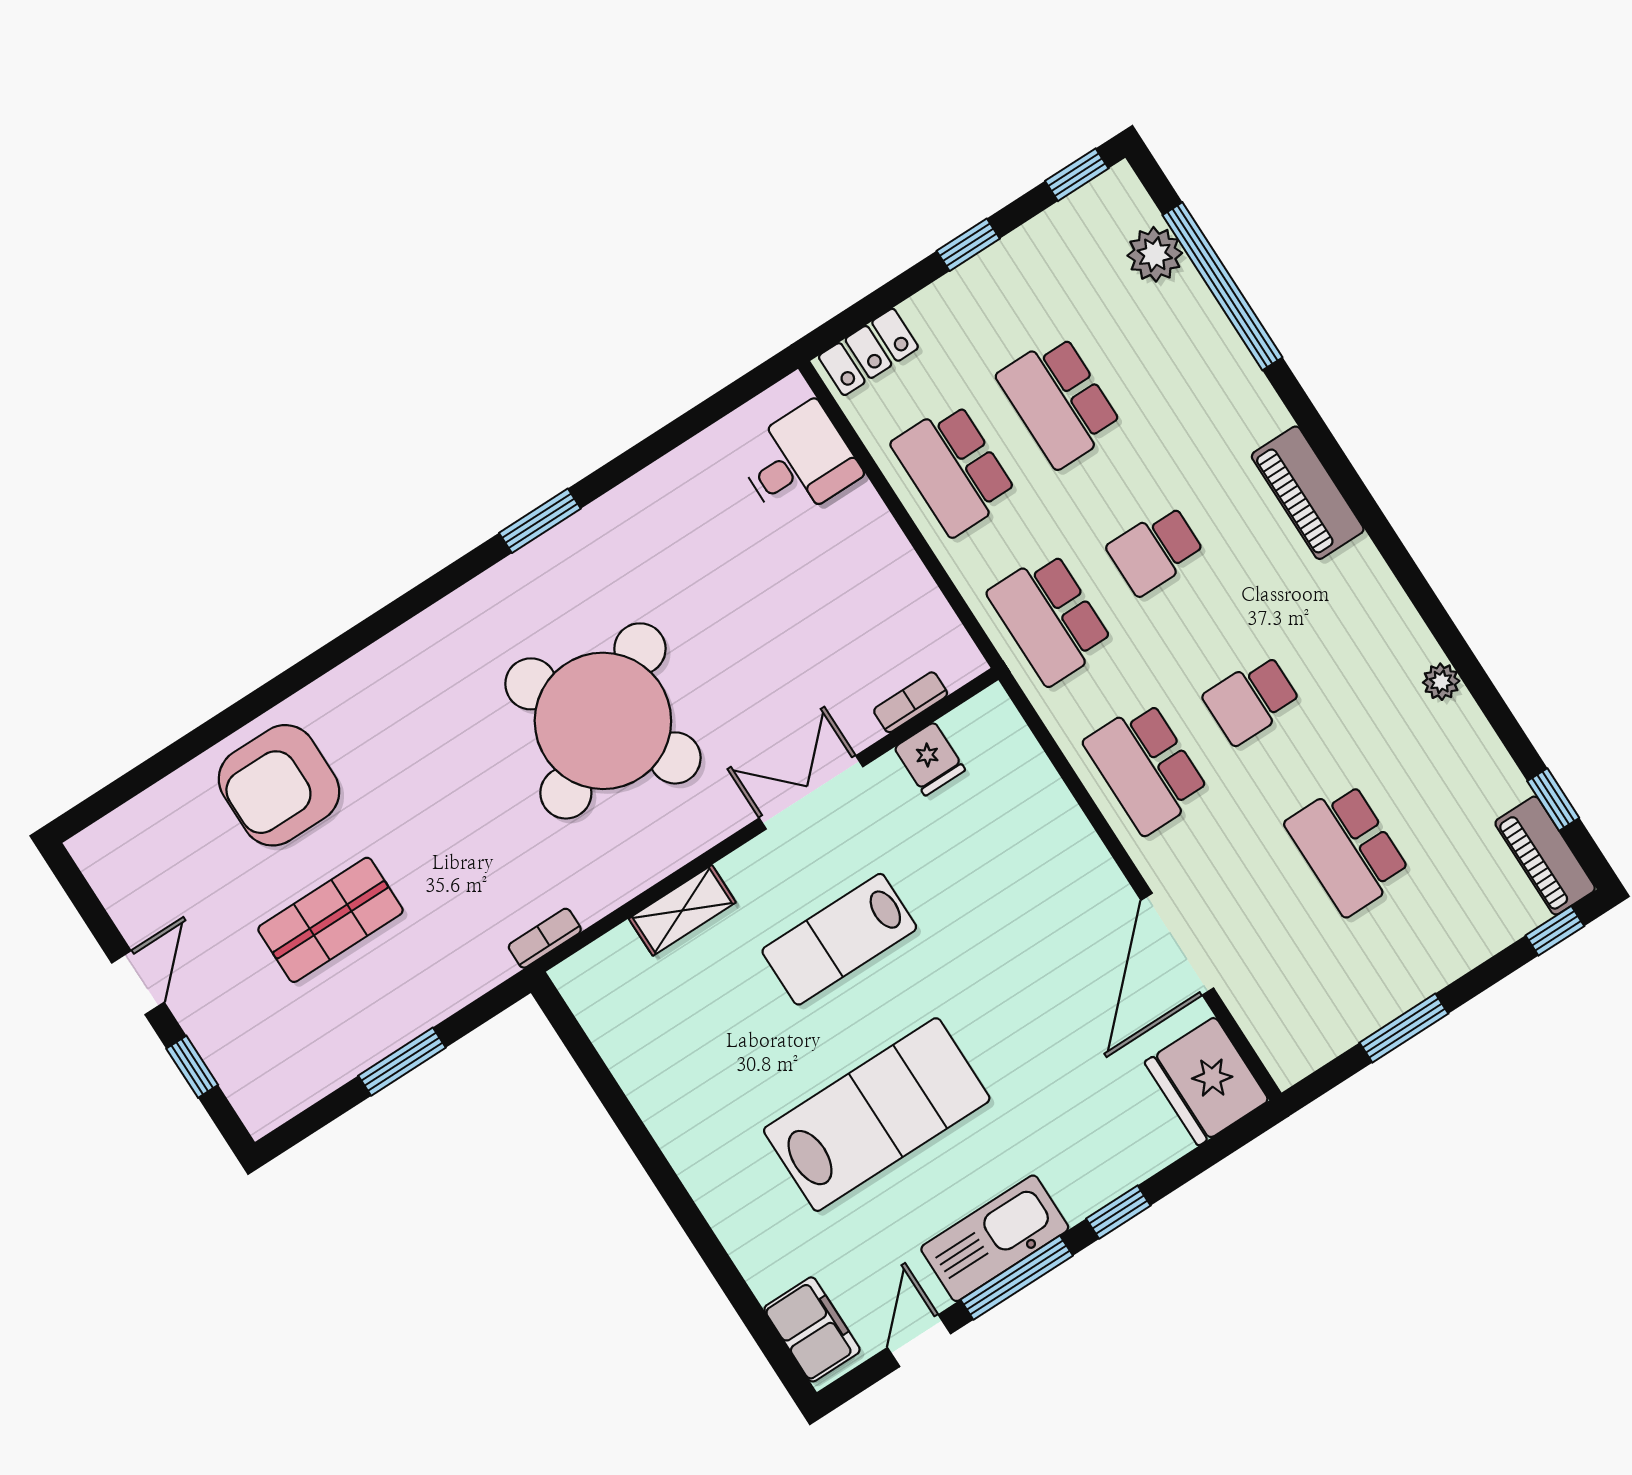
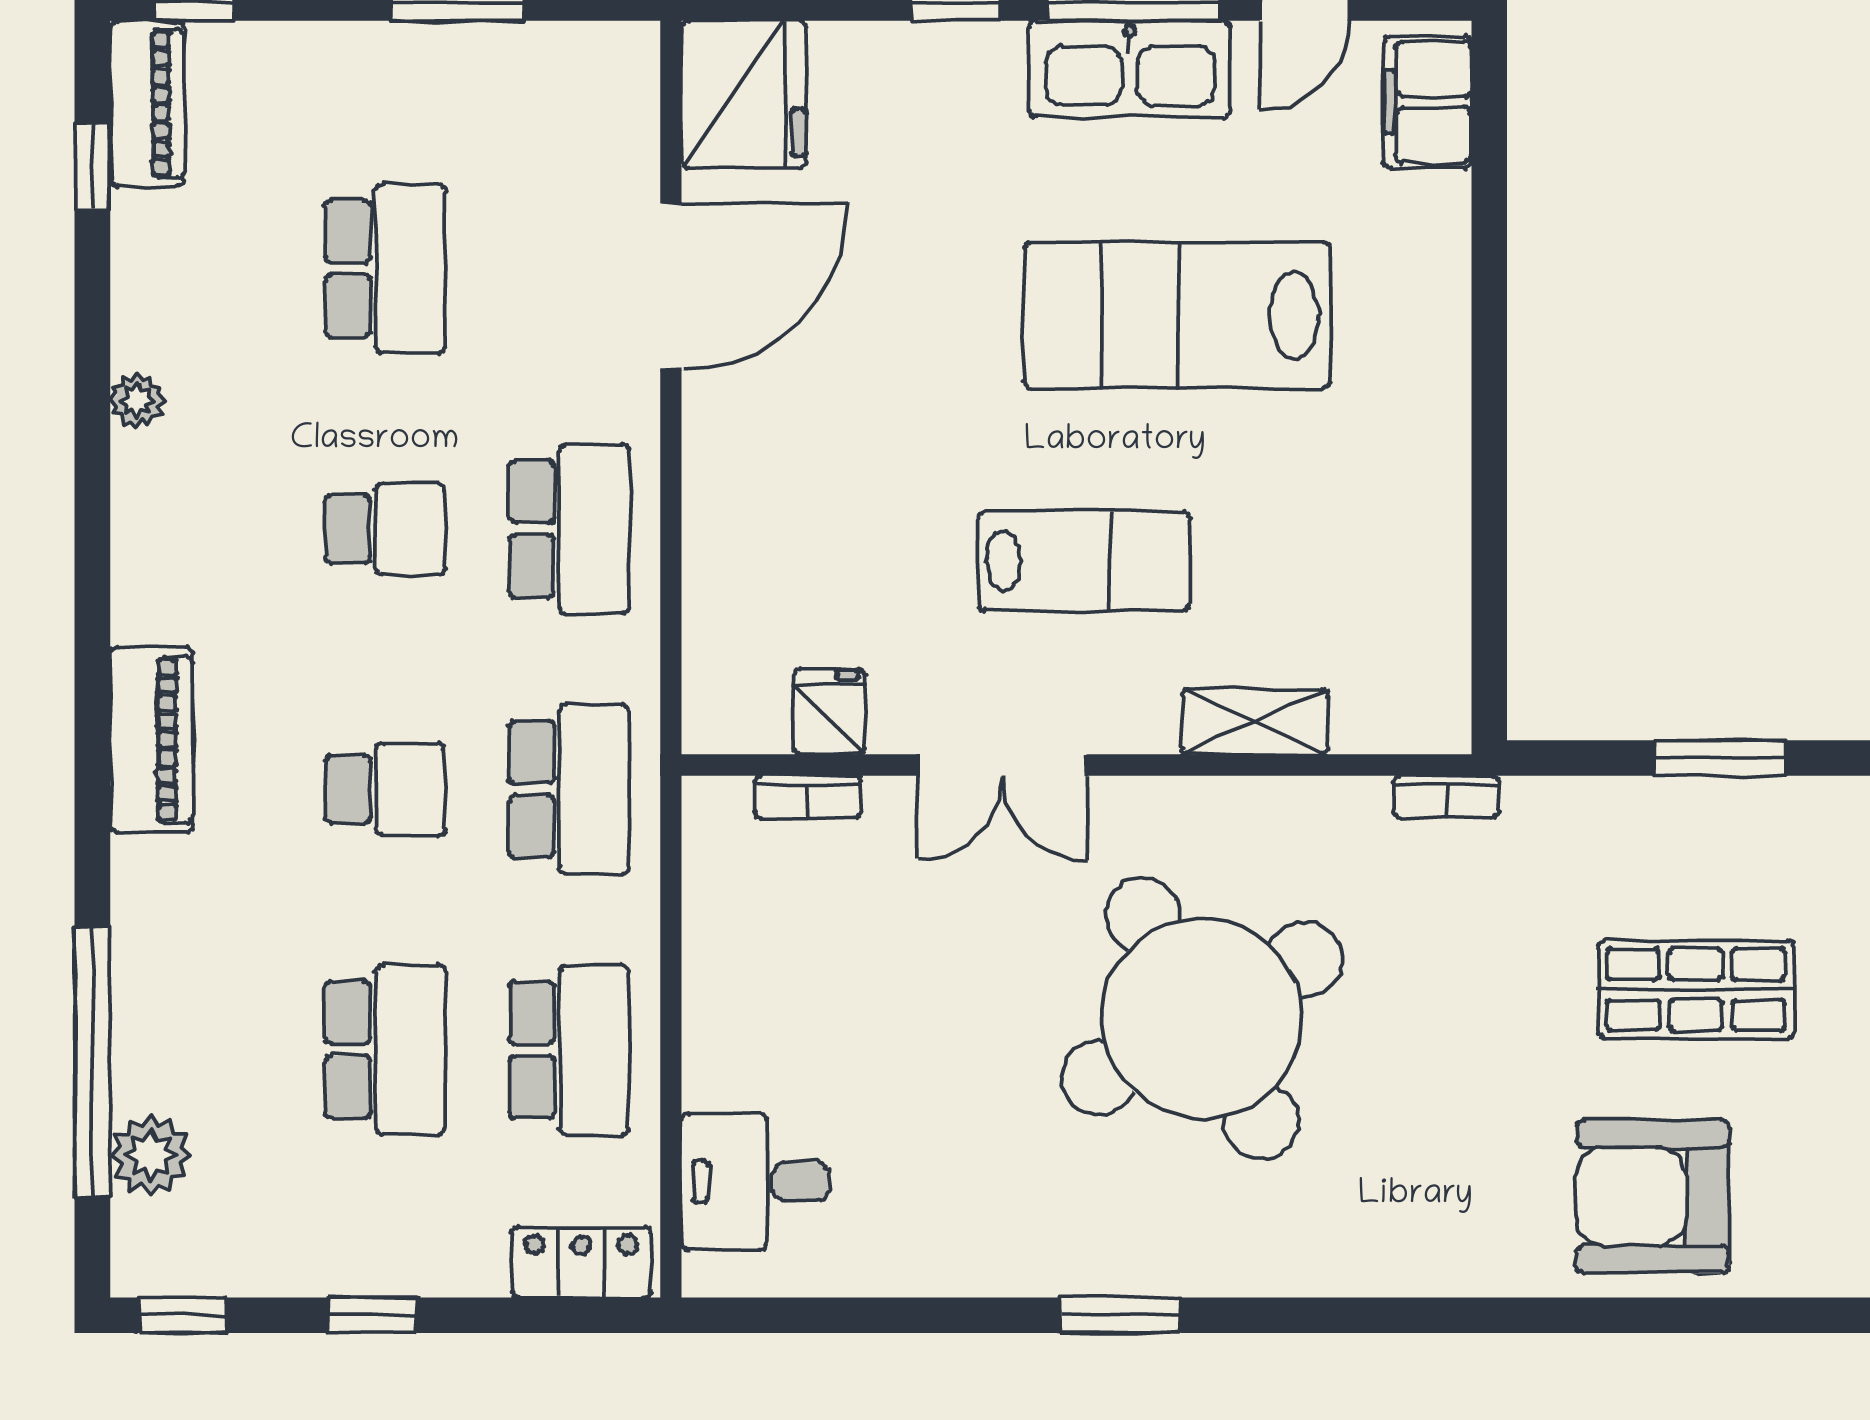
armchair: (279, 785) -> (1652, 1196), turned 180

